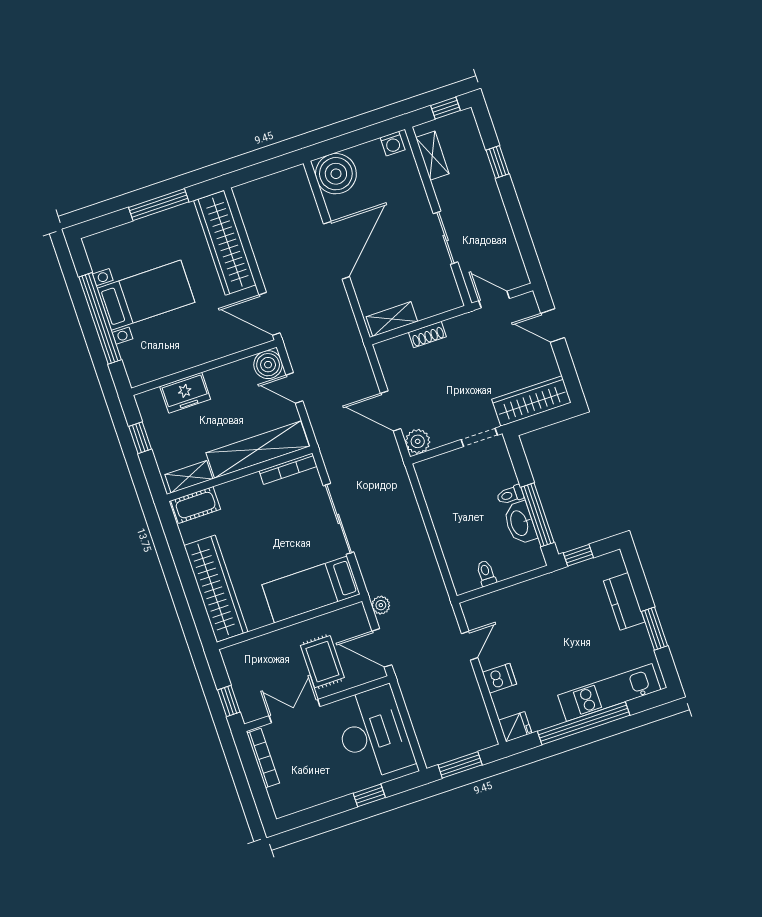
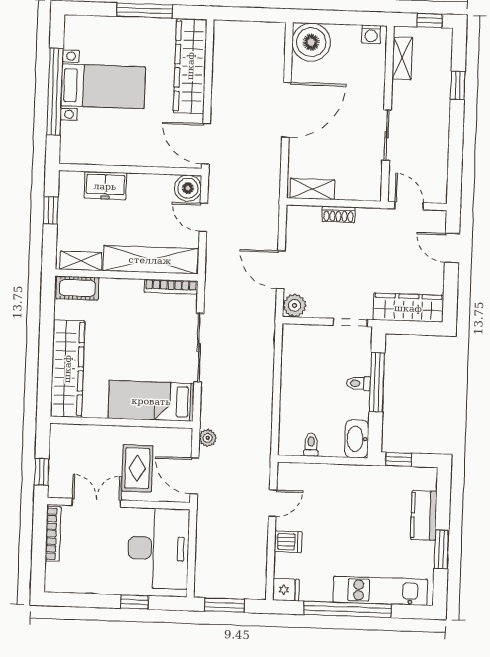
window: (538, 515) -> (377, 382), moved
washbasin: (520, 523) -> (357, 439), moved

